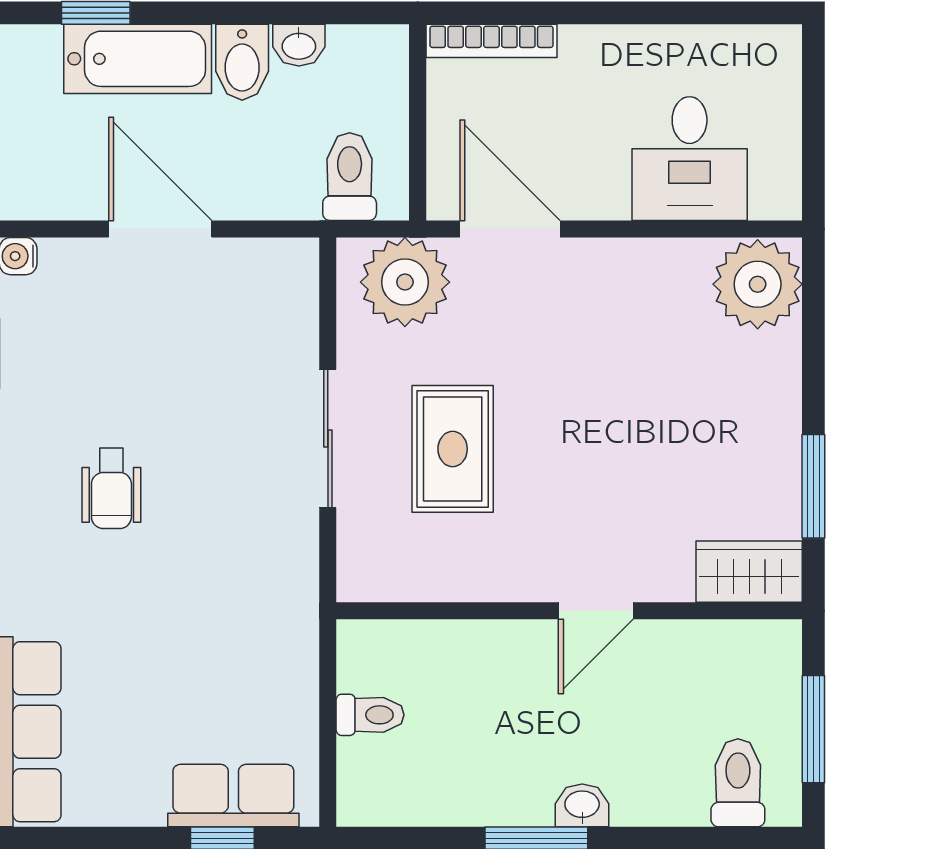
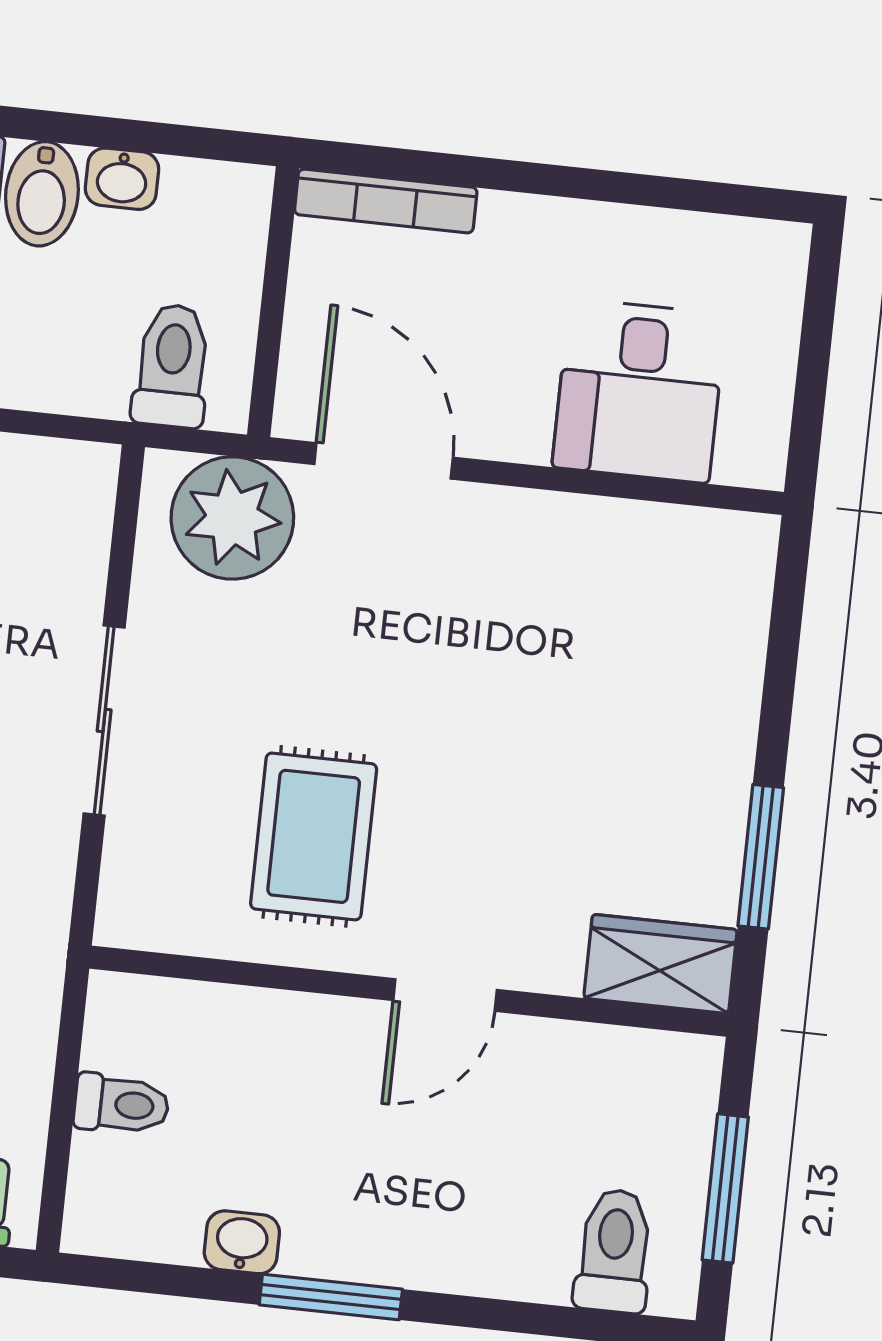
plant: (758, 284) -> (714, 572), removed
rug: (453, 449) -> (314, 836), moved
washbasin: (582, 805) -> (242, 1242), moved

